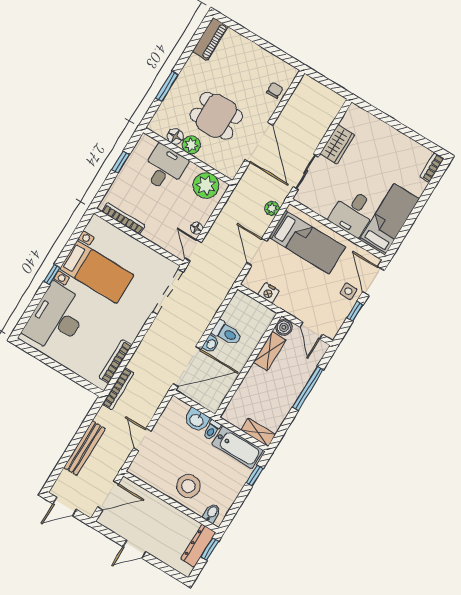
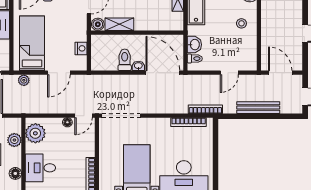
plant: (191, 145) -> (14, 140), moved
toilet: (212, 430) -> (195, 59), moved
stool: (188, 486) -> (241, 23), width x0.53, depth x0.53

